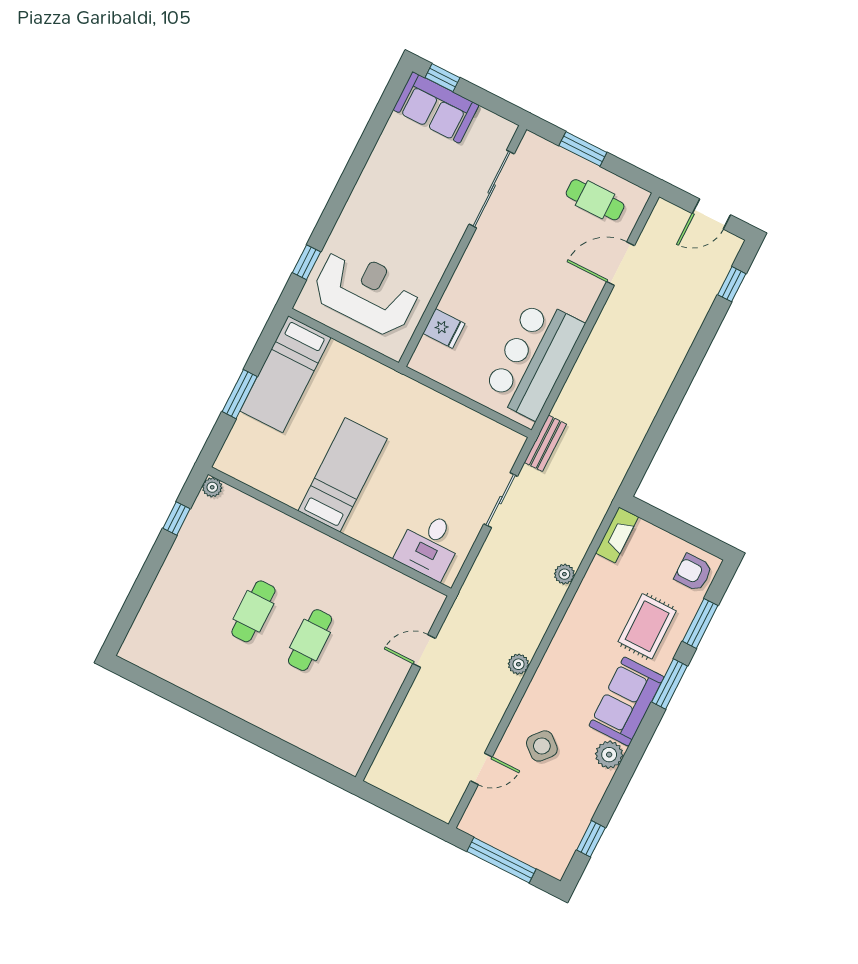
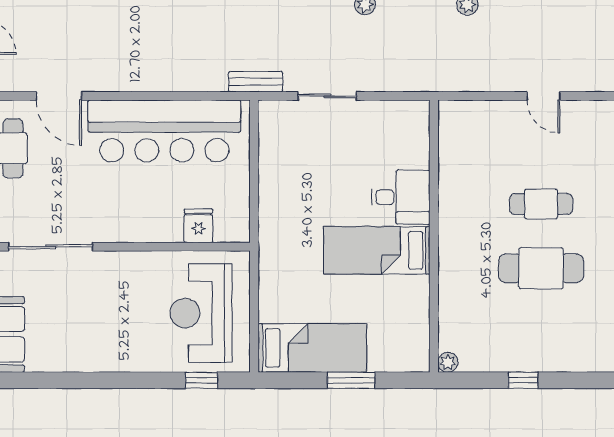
bar counter: (534, 359) -> (164, 131), width x1.36
window: (176, 519) -> (523, 380), moved
desk: (429, 545) -> (401, 197), moved
cafe table: (253, 611) -> (541, 268), width x1.37, depth x1.35
door: (424, 651) -> (543, 96), moved

